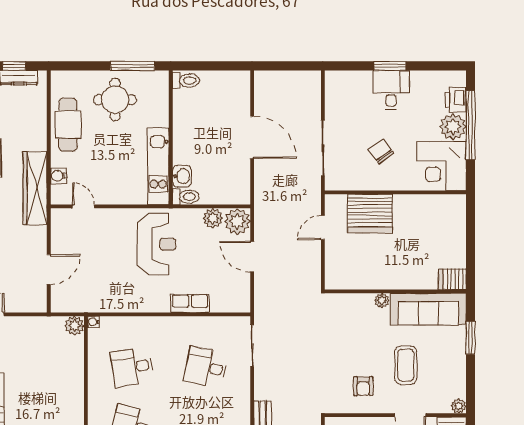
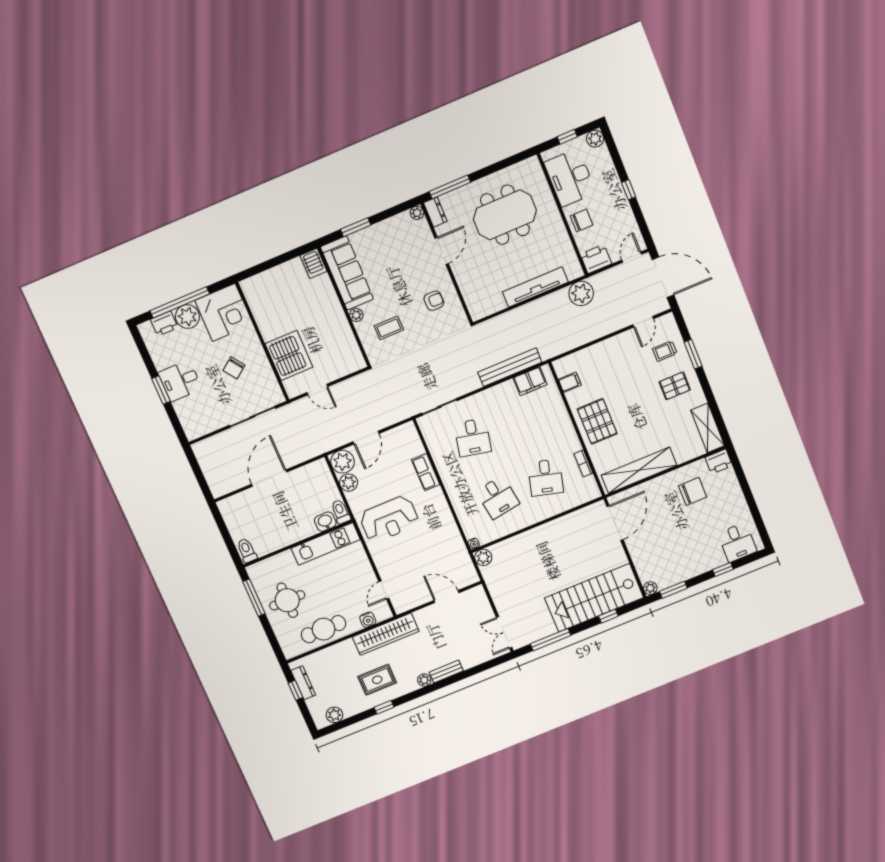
reception desk: (157, 244) -> (389, 519), turned 180
coffee table: (406, 365) -> (389, 328), moved, width x0.73, depth x0.77

